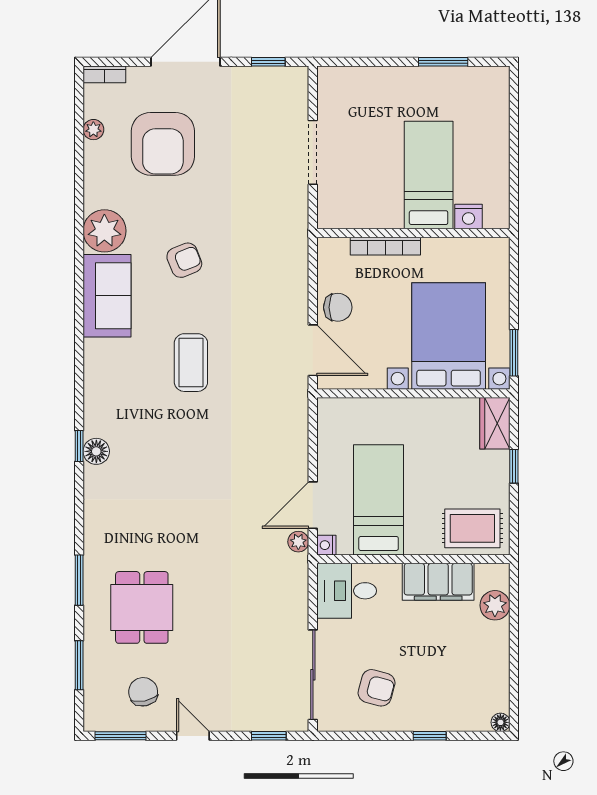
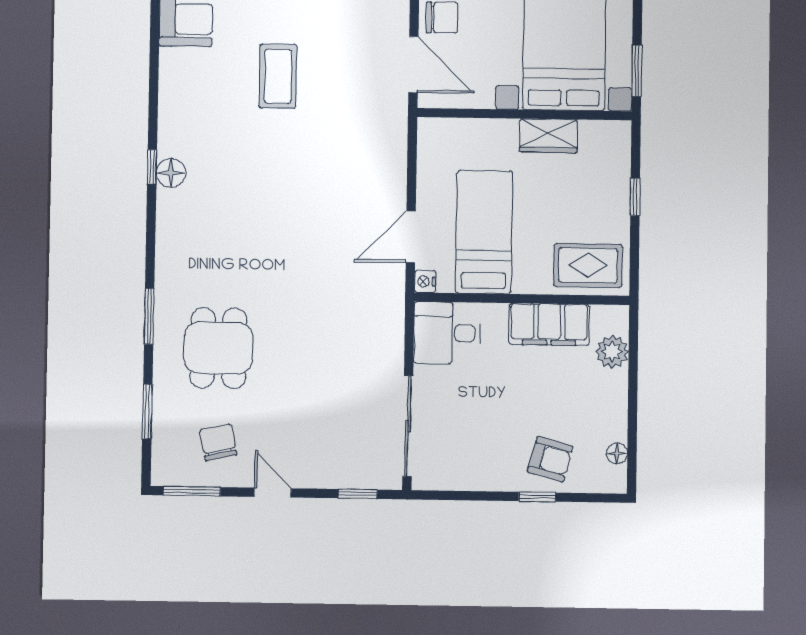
wardrobe: (495, 423) -> (548, 136), moved, turned -90
plant: (298, 542) -> (394, 277), removed
armchair: (377, 688) -> (550, 459), moved
floor lamp: (500, 722) -> (617, 453), moved

